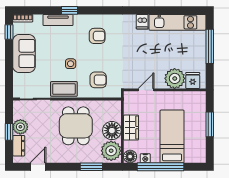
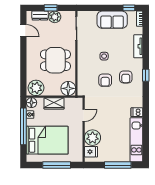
window: (69, 10) -> (146, 75), moved
armchair: (98, 80) -> (105, 80), moved
coffee table: (64, 89) -> (84, 51), removed
door: (146, 90) -> (84, 115), hinge flipped
window: (210, 124) -> (57, 165), width x1.44
floor lamp: (112, 131) -> (68, 88), moved
bed: (172, 136) -> (47, 140), width x1.50
window: (91, 167) -> (23, 72), removed

